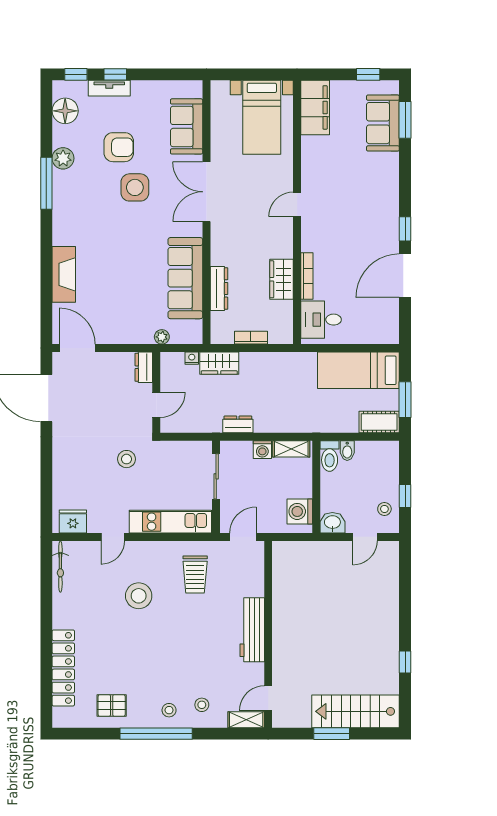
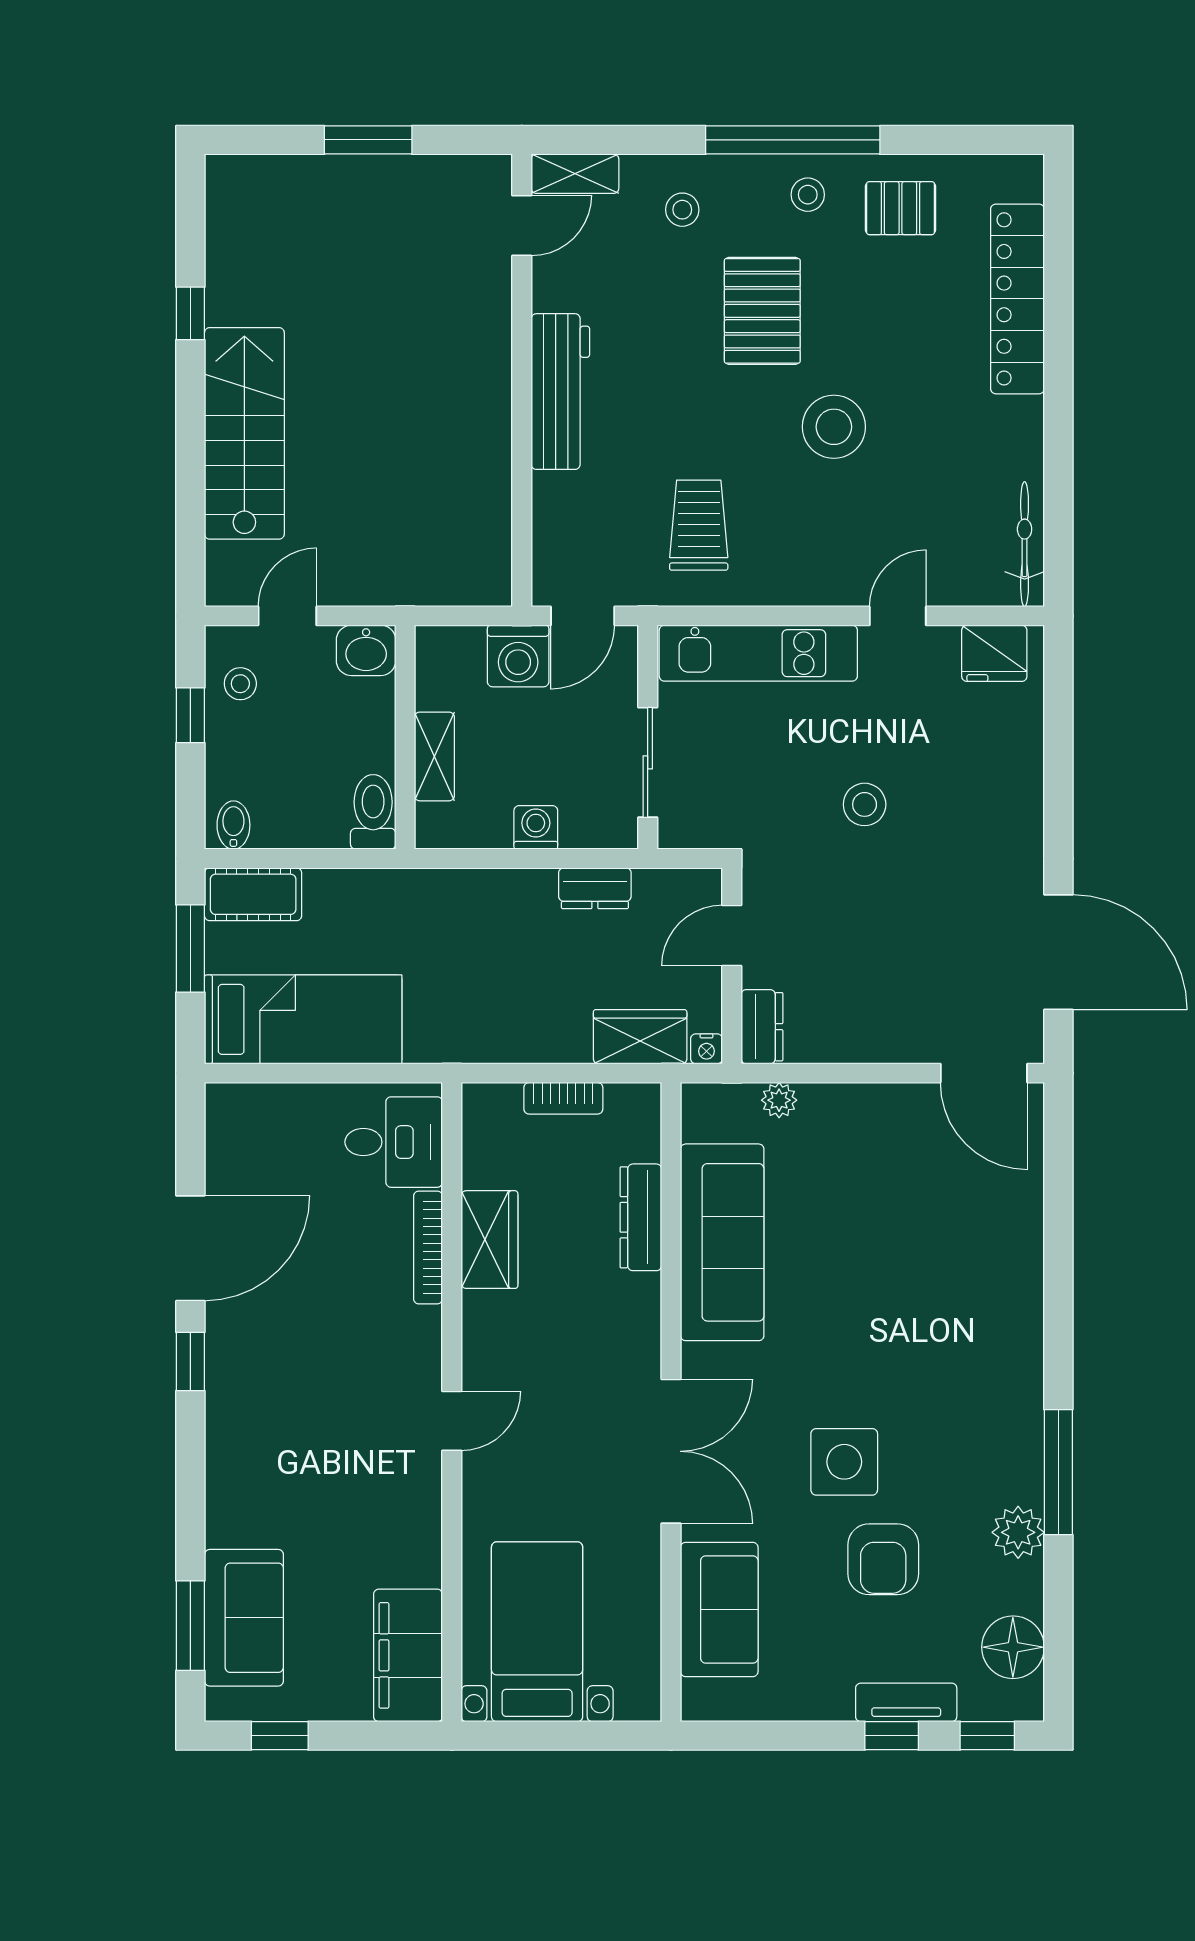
armchair: (119, 147) -> (883, 1559), turned -90
fireplace: (64, 274) -> (1016, 1251), removed
dresser: (144, 367) -> (762, 1027), moved
wall: (156, 392) -> (732, 966), moved
door: (156, 405) -> (732, 936), moved
shelving: (291, 449) -> (434, 756), moved, turned 90
bidet: (347, 451) -> (233, 825), moved
washing machine: (300, 511) -> (518, 656), moved, turned 90
stool: (139, 596) -> (834, 427), moved
pallet: (169, 663) -> (762, 311), added
stool: (169, 710) -> (808, 195), moved
stairs: (356, 711) -> (244, 433), moved, turned -90

